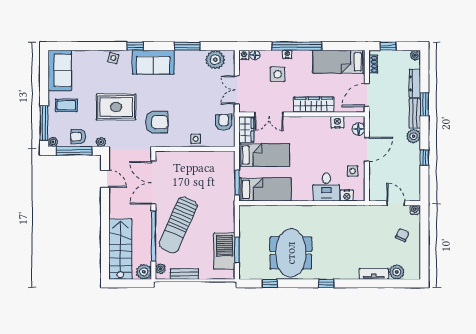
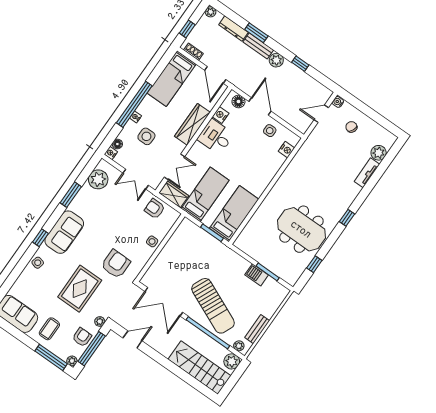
armchair: (78, 136) -> (82, 337), turned 180
desk: (326, 187) -> (216, 137), moved, turned 180
barbecue: (224, 251) -> (257, 275), width x0.53, depth x0.65

